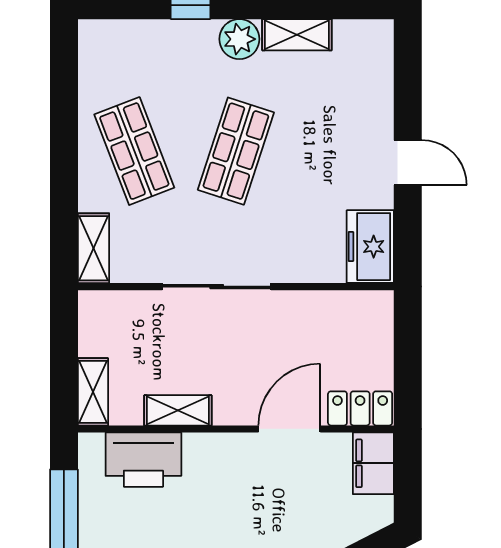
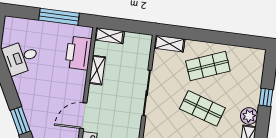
door: (289, 429) -> (83, 116), swing flipped

